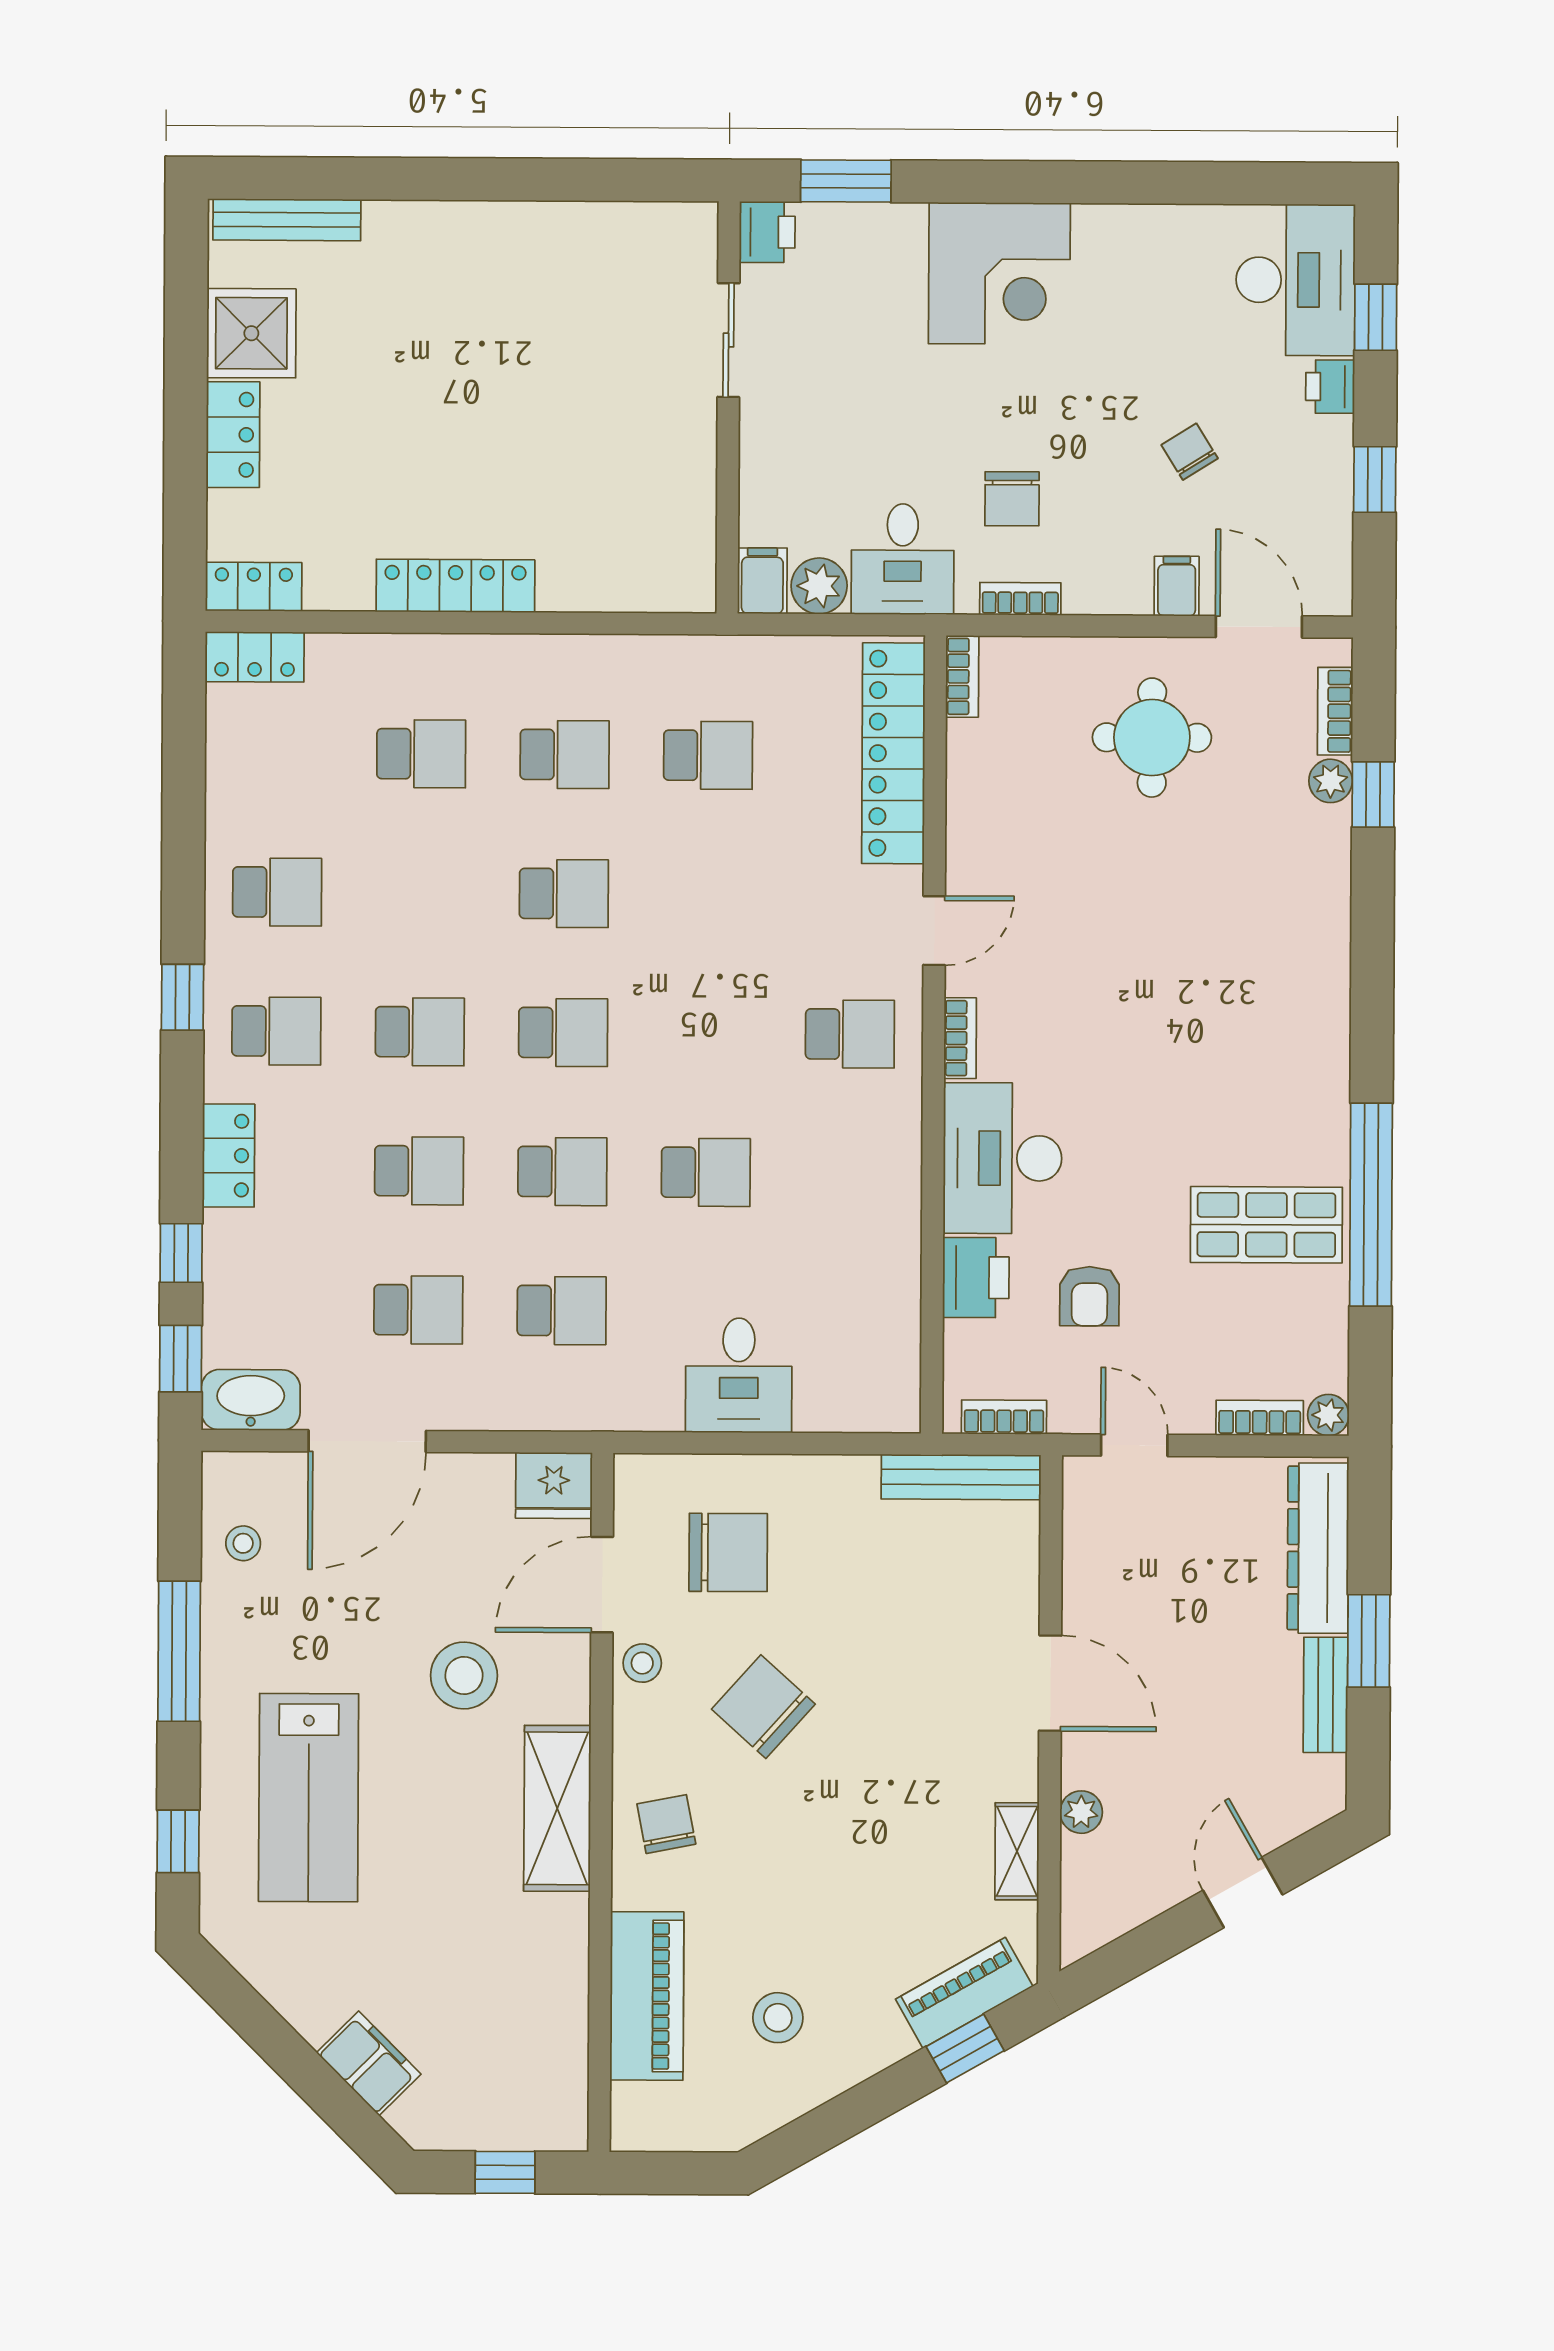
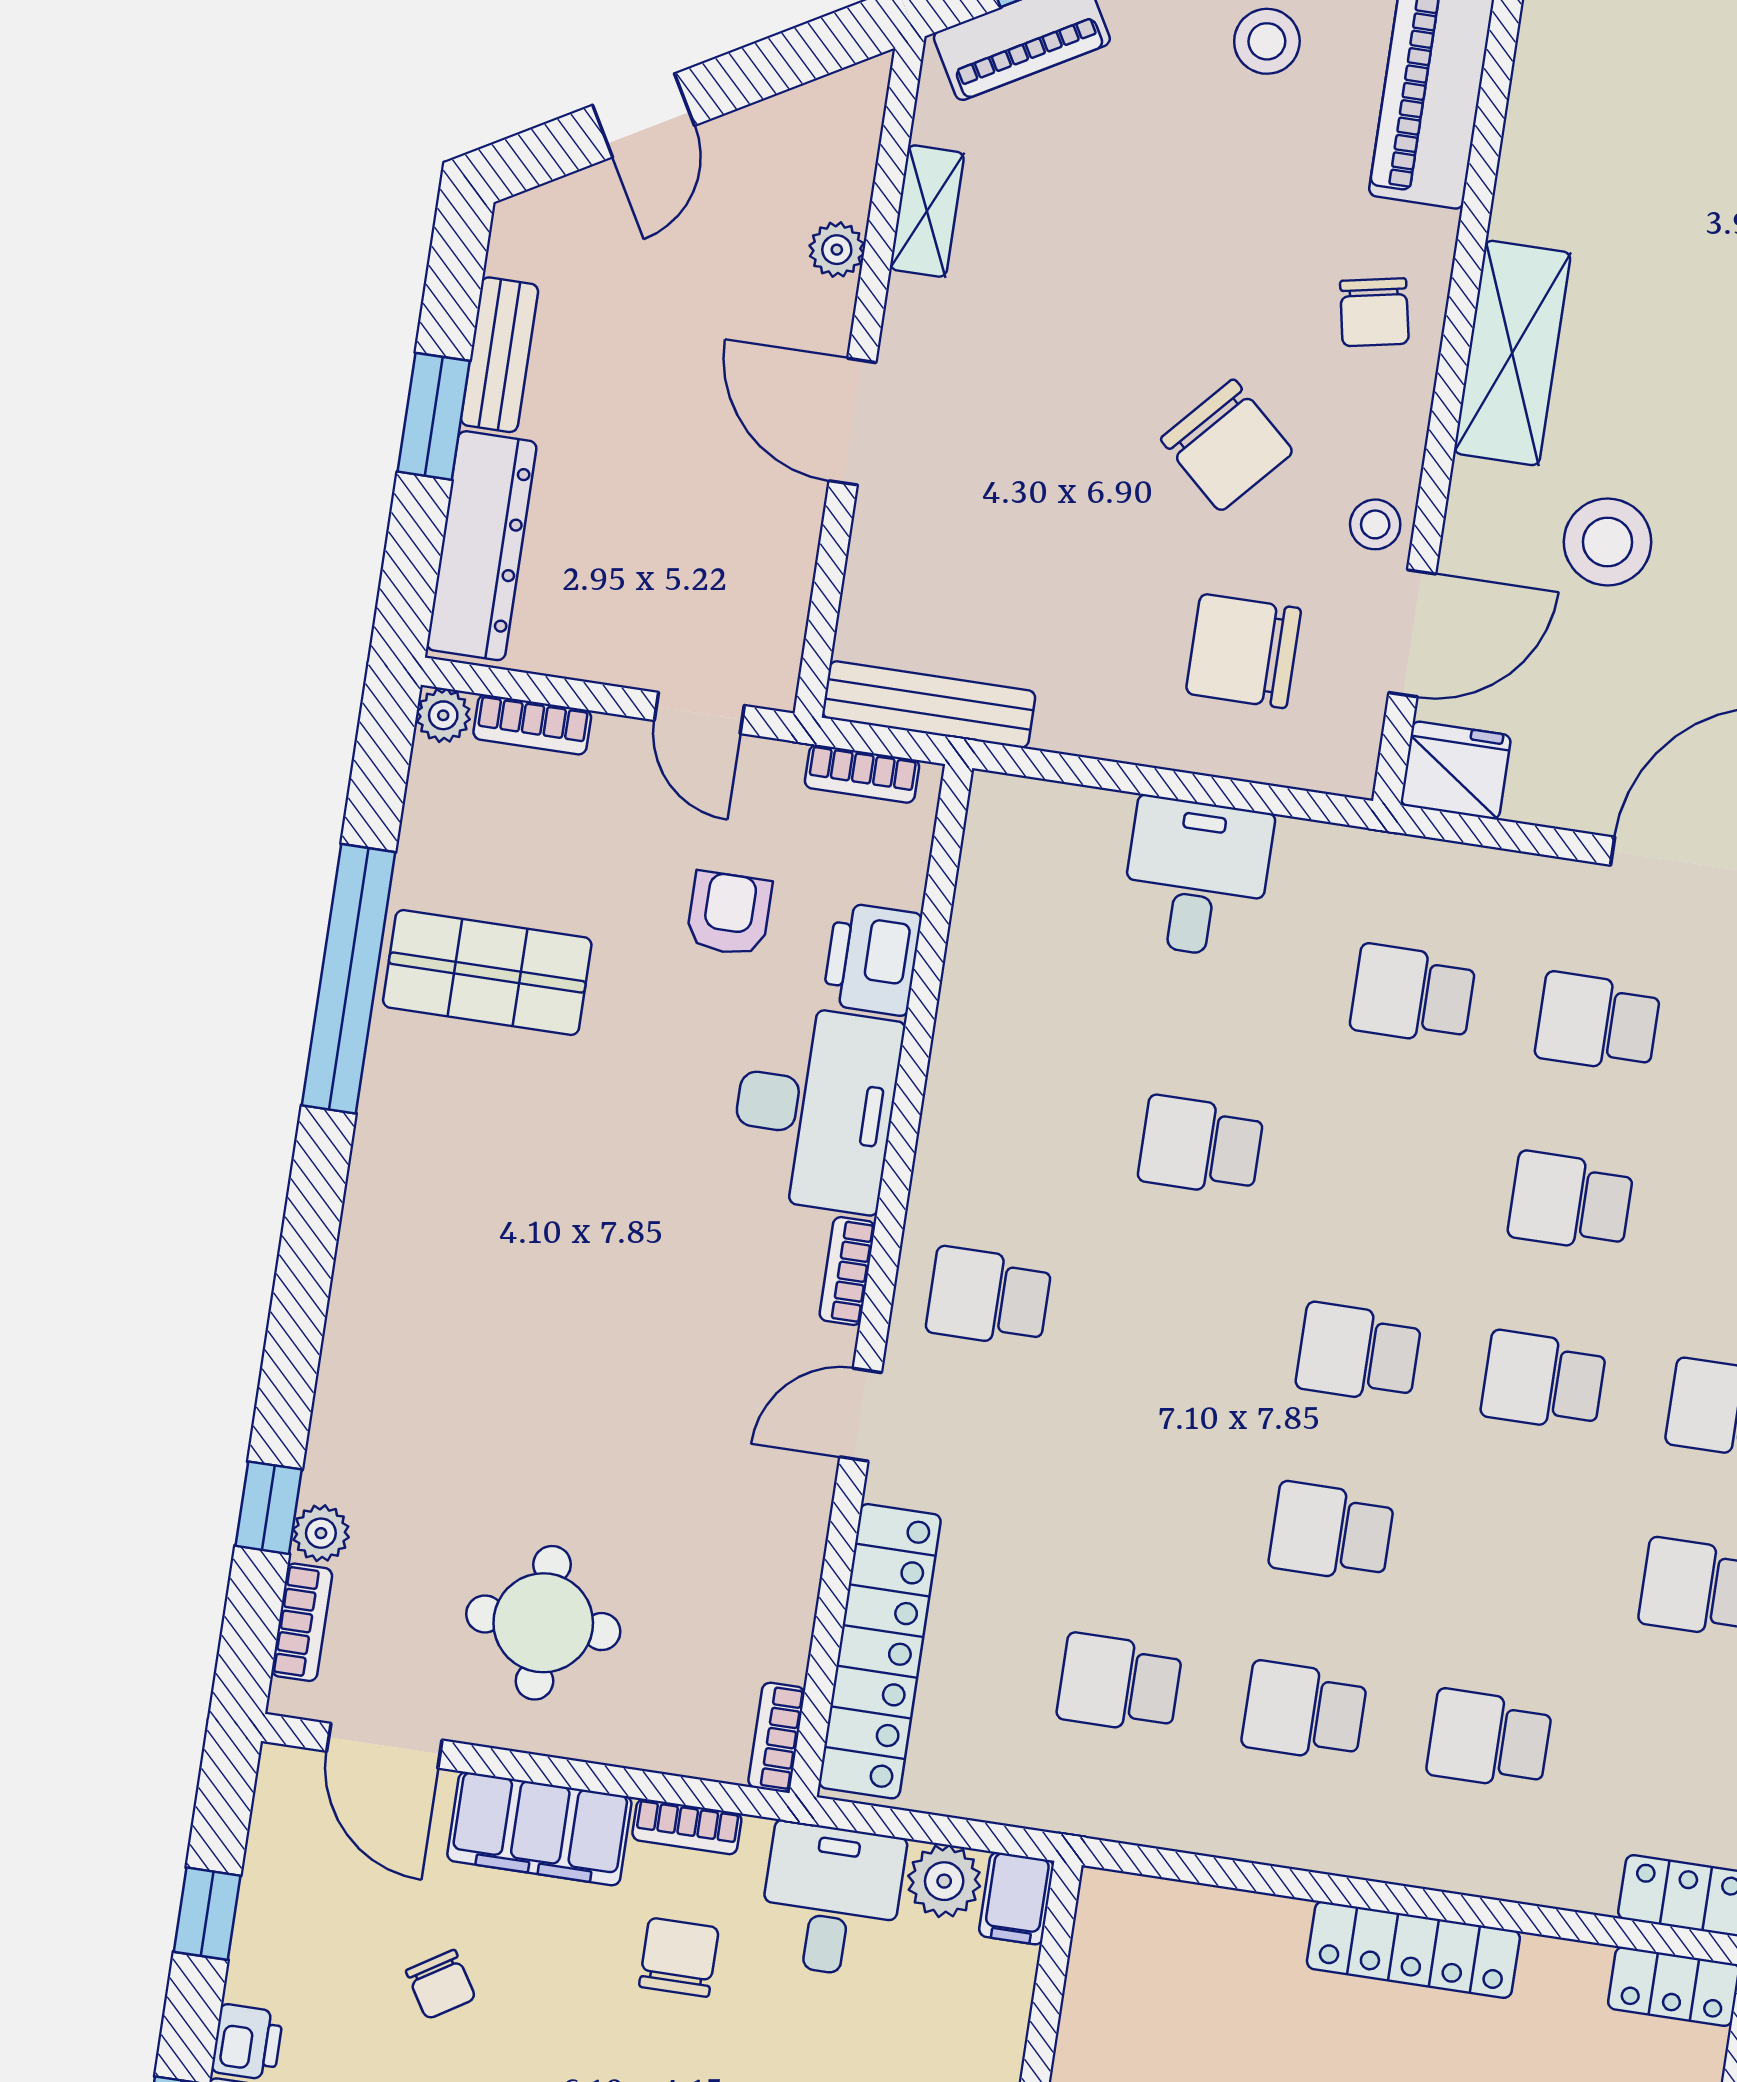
filing cabinet: (1177, 586) -> (539, 1829), width x3.00, depth x1.17
school desk: (562, 1172) -> (1386, 1174), removed

